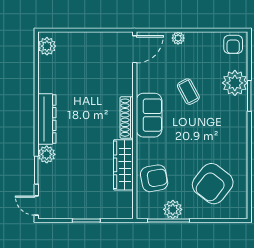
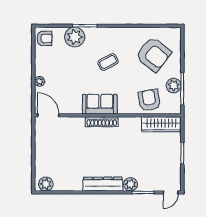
coffee table: (188, 92) -> (108, 62), moved
wardrobe: (123, 165) -> (161, 124), moved

